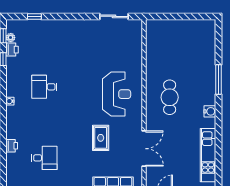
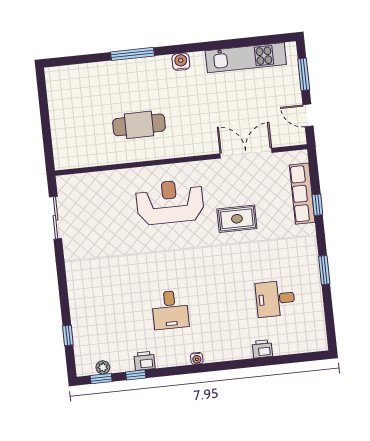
printer: (12, 50) -> (145, 361), moved
cafe table: (170, 97) -> (139, 125), moved
desk: (44, 158) -> (275, 299), turned -90

